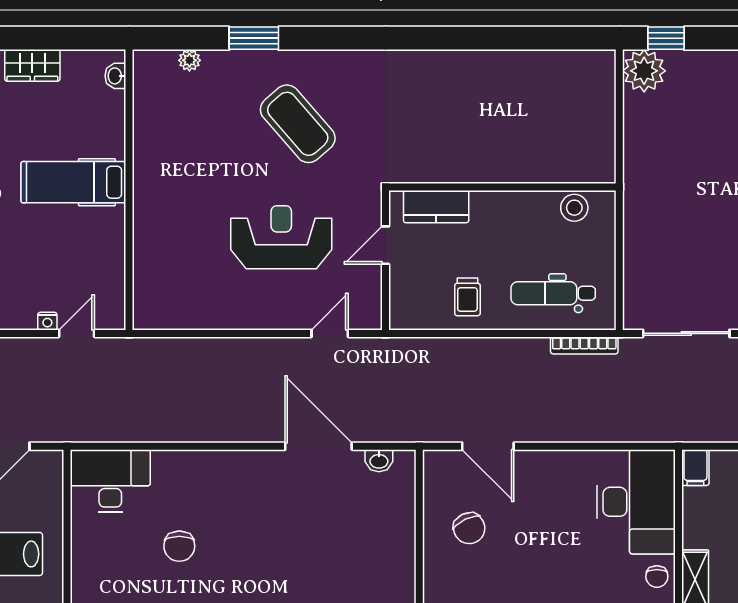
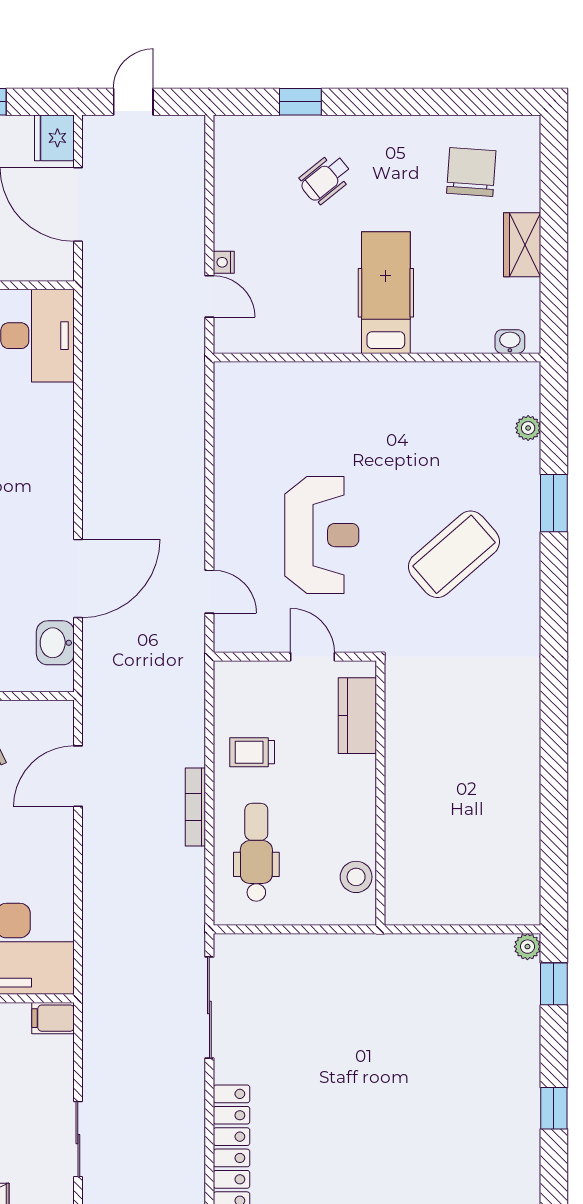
plant: (644, 71) -> (527, 947), width x0.53, depth x0.53
bookcase: (584, 345) -> (195, 807), moved
washbasin: (379, 461) -> (55, 643), width x1.38, depth x1.45

